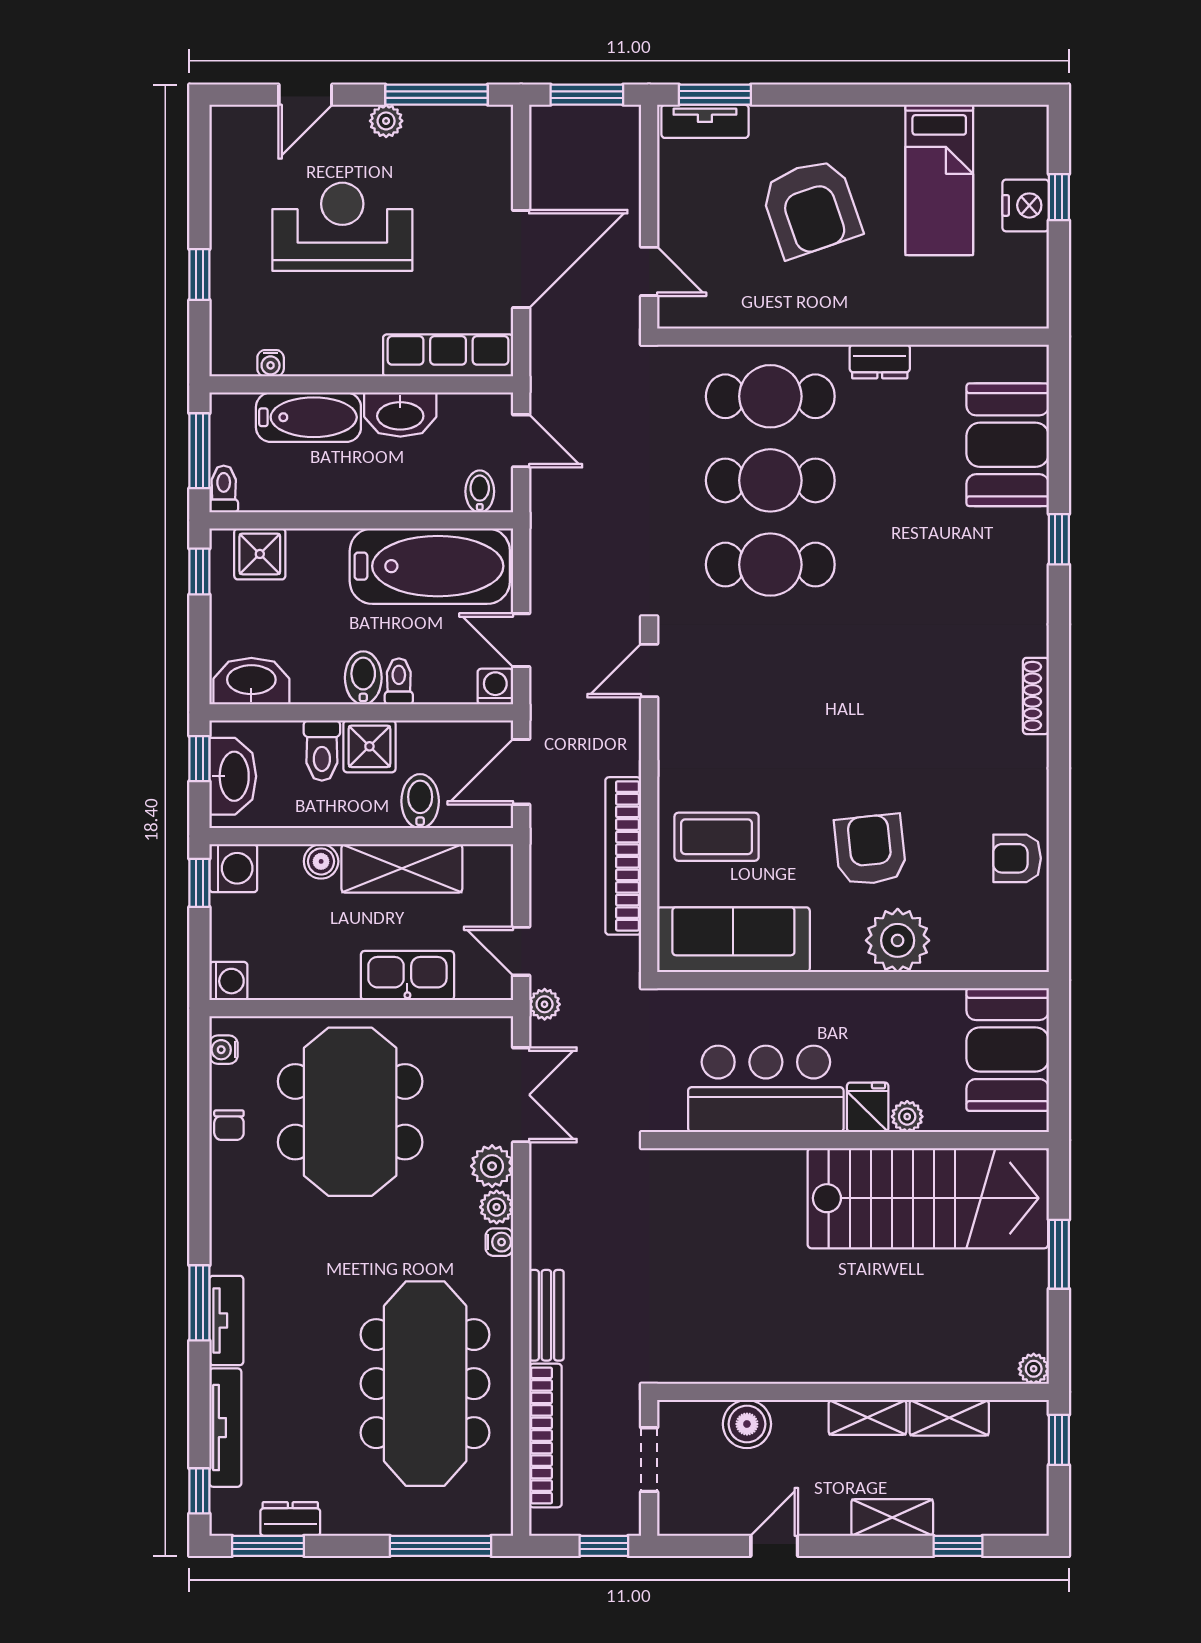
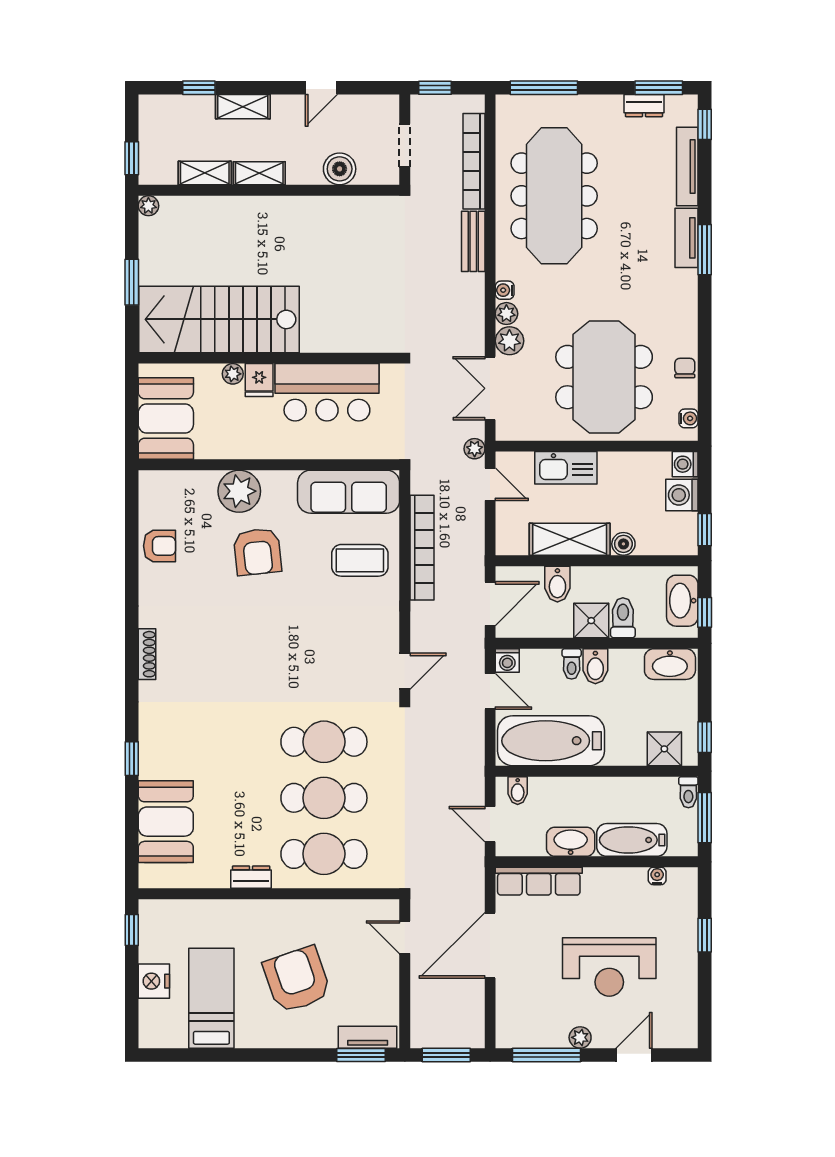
window: (1059, 197) -> (132, 930), moved
washing machine: (233, 868) -> (682, 495), moved

